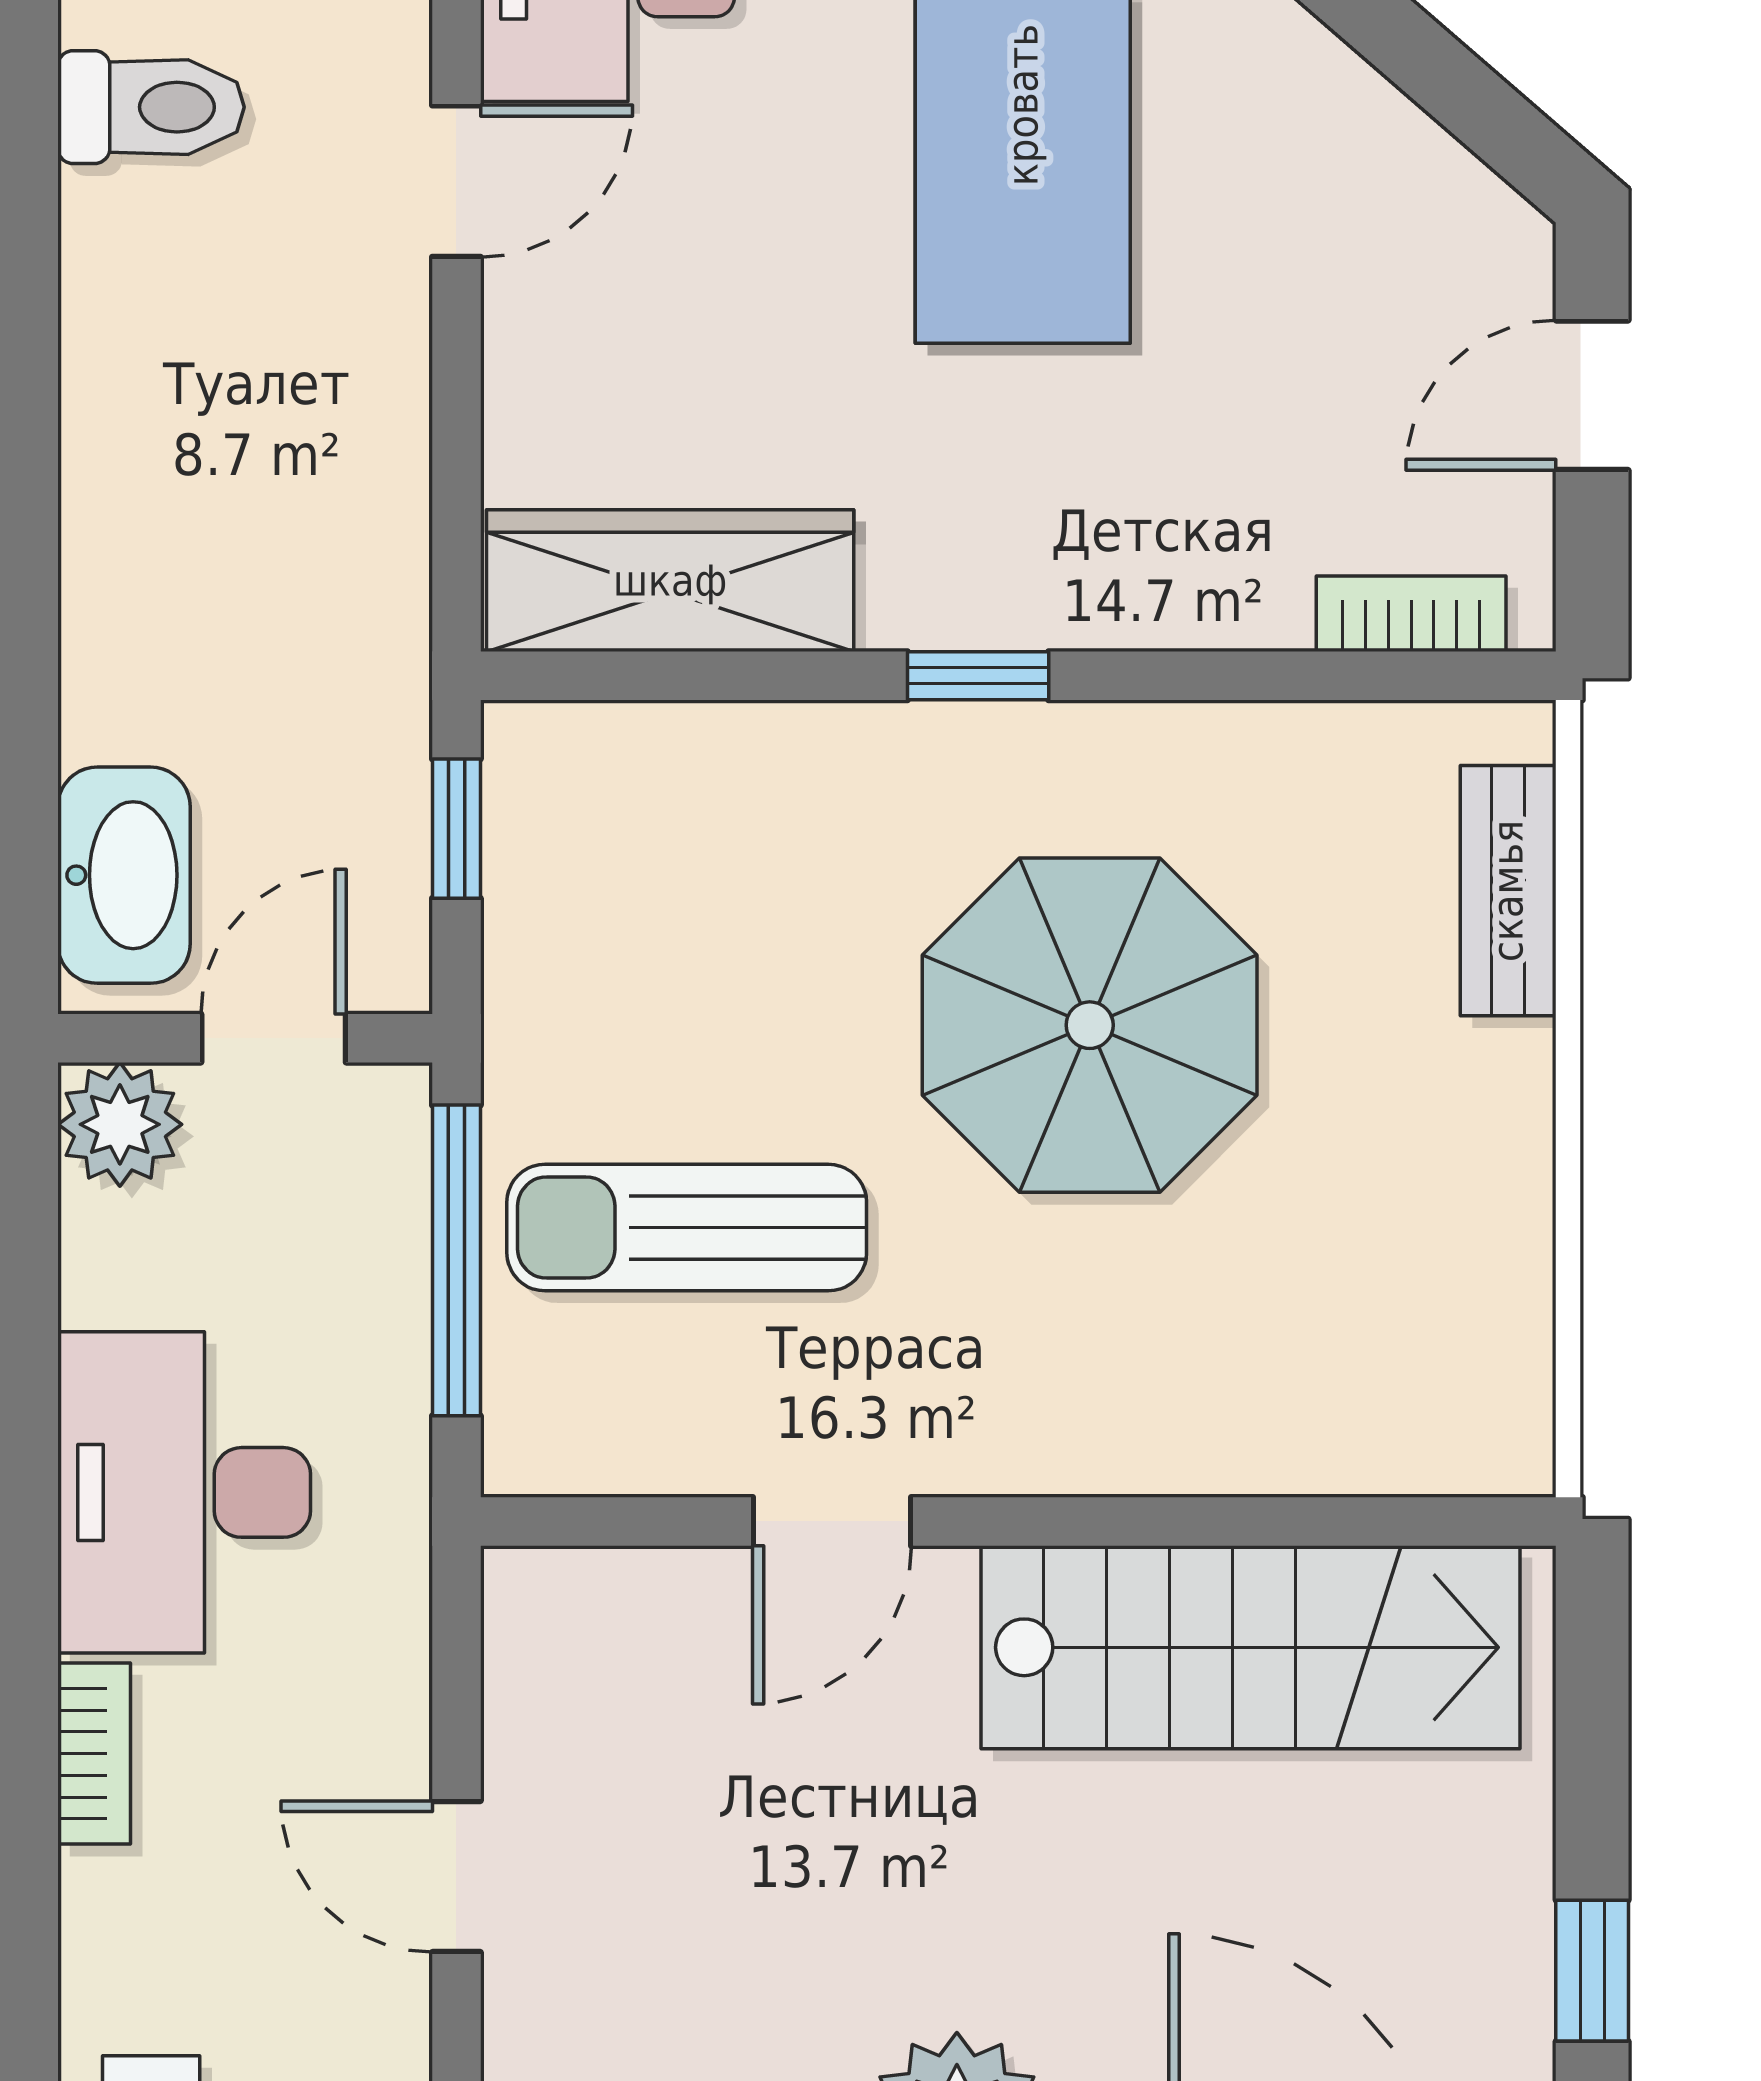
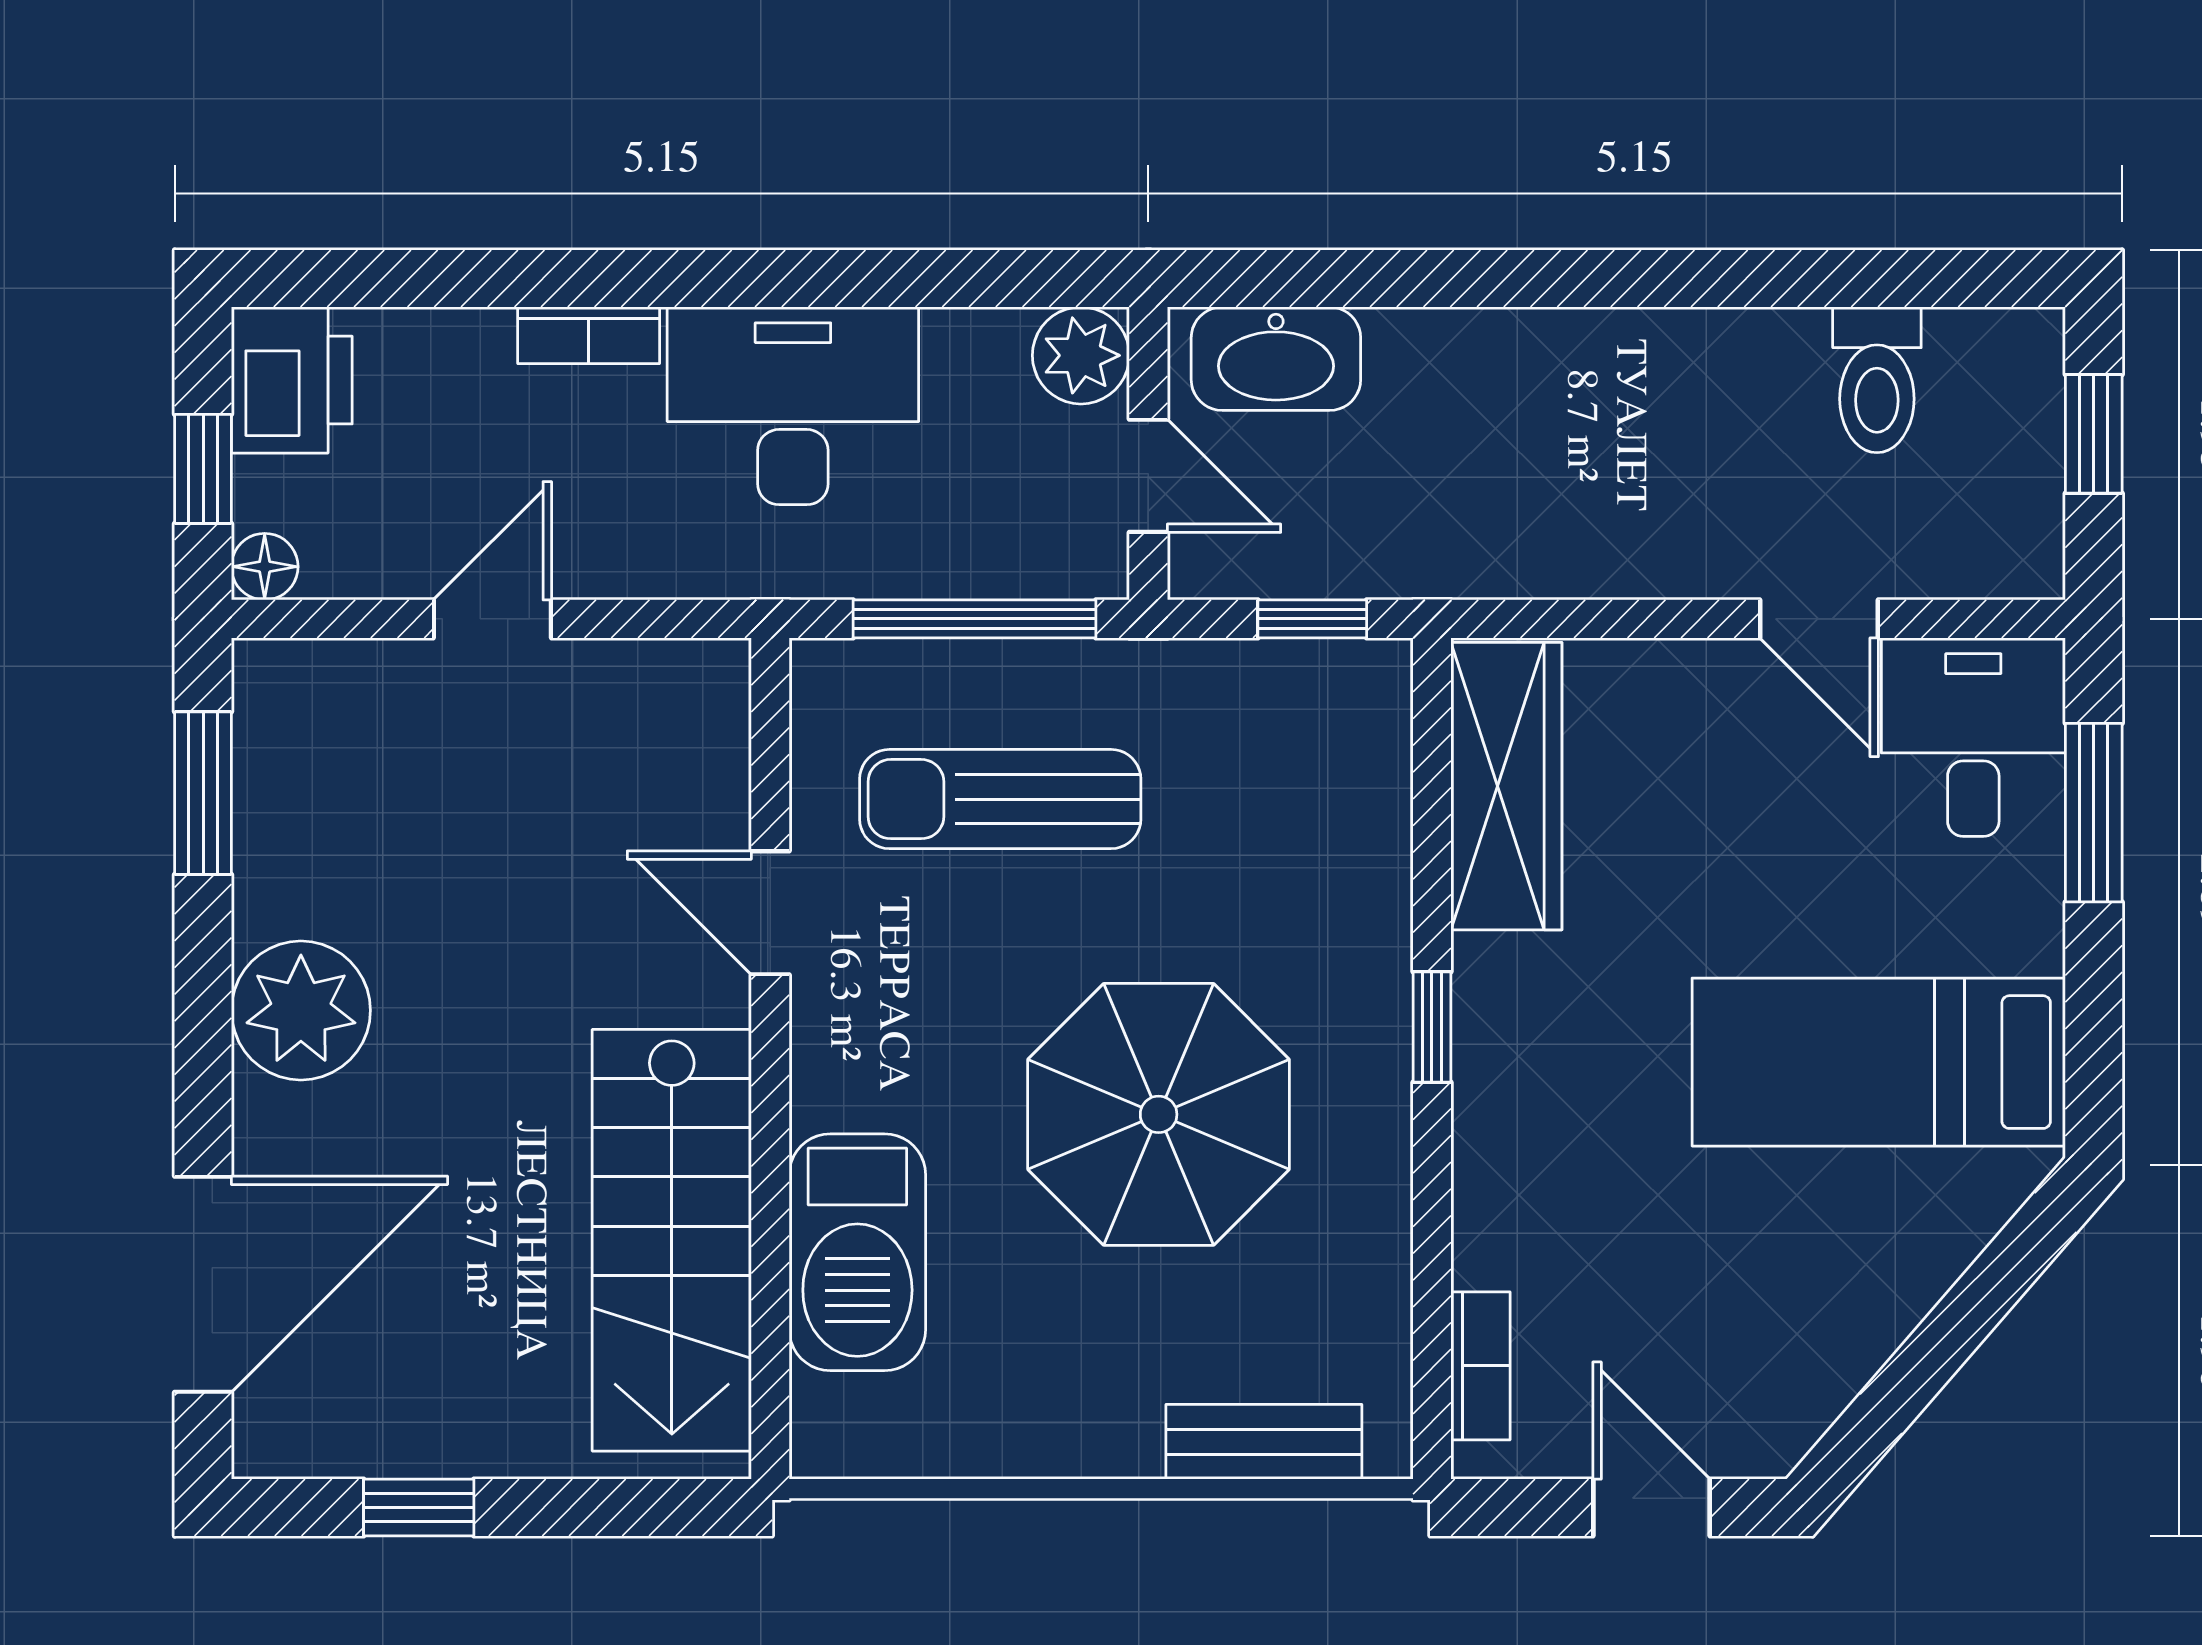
sun lounger: (687, 1228) -> (1000, 799), turned -90
barbecue: (1266, 1410) -> (857, 1252), added

